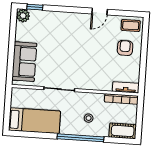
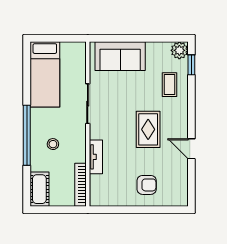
coffee table: (131, 25) -> (170, 85), moved
rug: (82, 44) -> (148, 129), added
tv unit: (126, 87) -> (96, 157), moved

